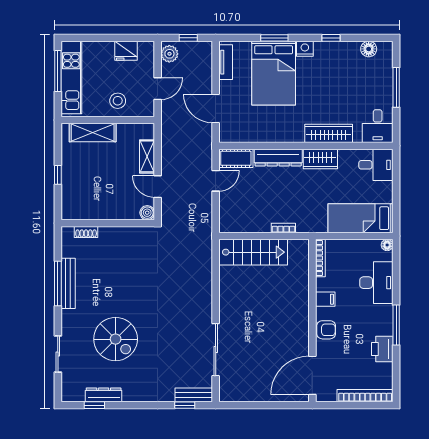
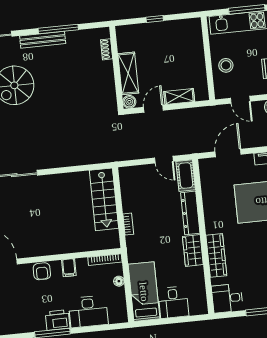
shelving: (93, 133) -> (128, 73), moved
desk: (376, 165) -> (173, 302), moved
floor lamp: (387, 245) -> (119, 281), moved
bench: (68, 283) -> (43, 40), moved
printer: (382, 349) -> (58, 320), moved

